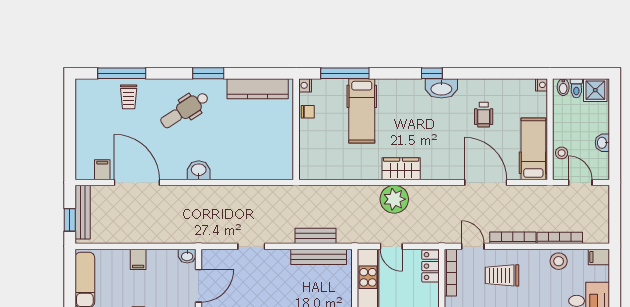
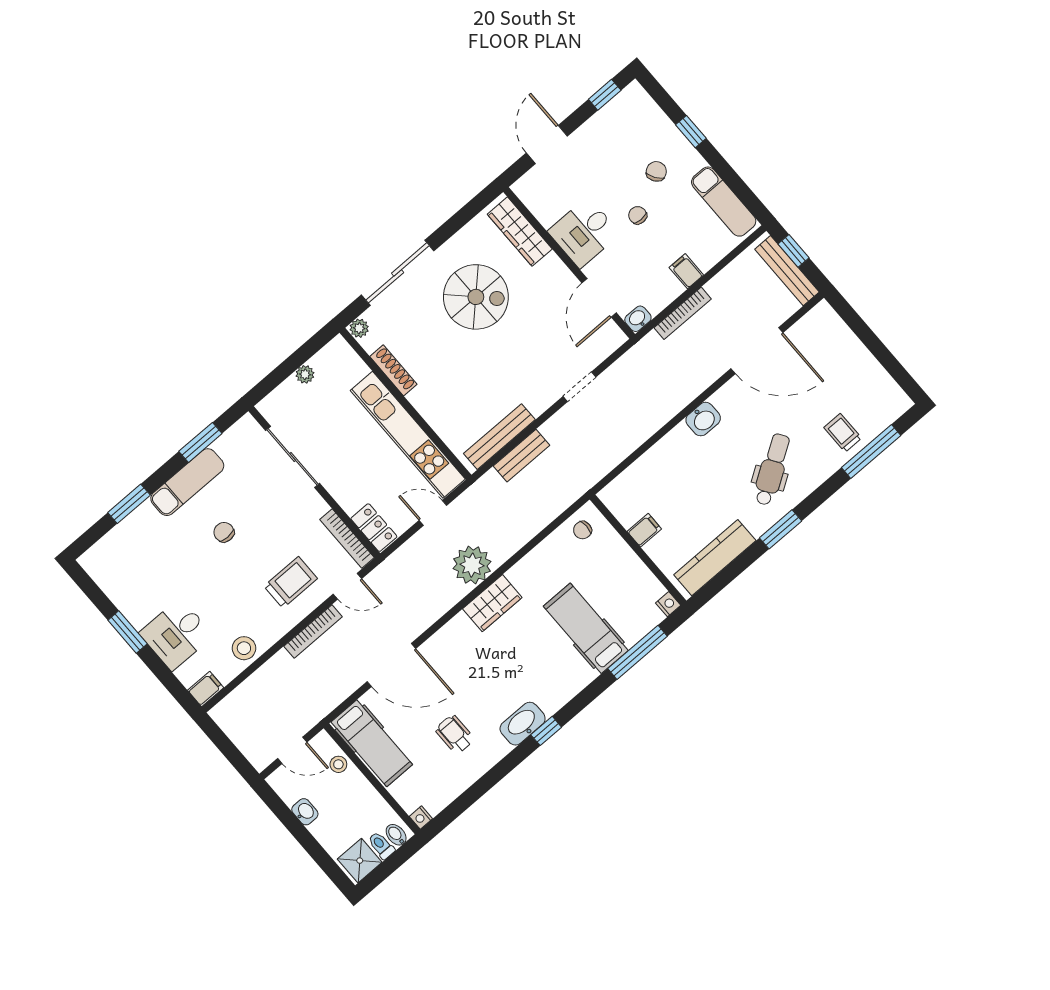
chair: (308, 112) -> (583, 530), moved
filing cabinet: (102, 170) -> (644, 530), moved, turned -90
bookcase: (560, 238) -> (683, 313), moved

